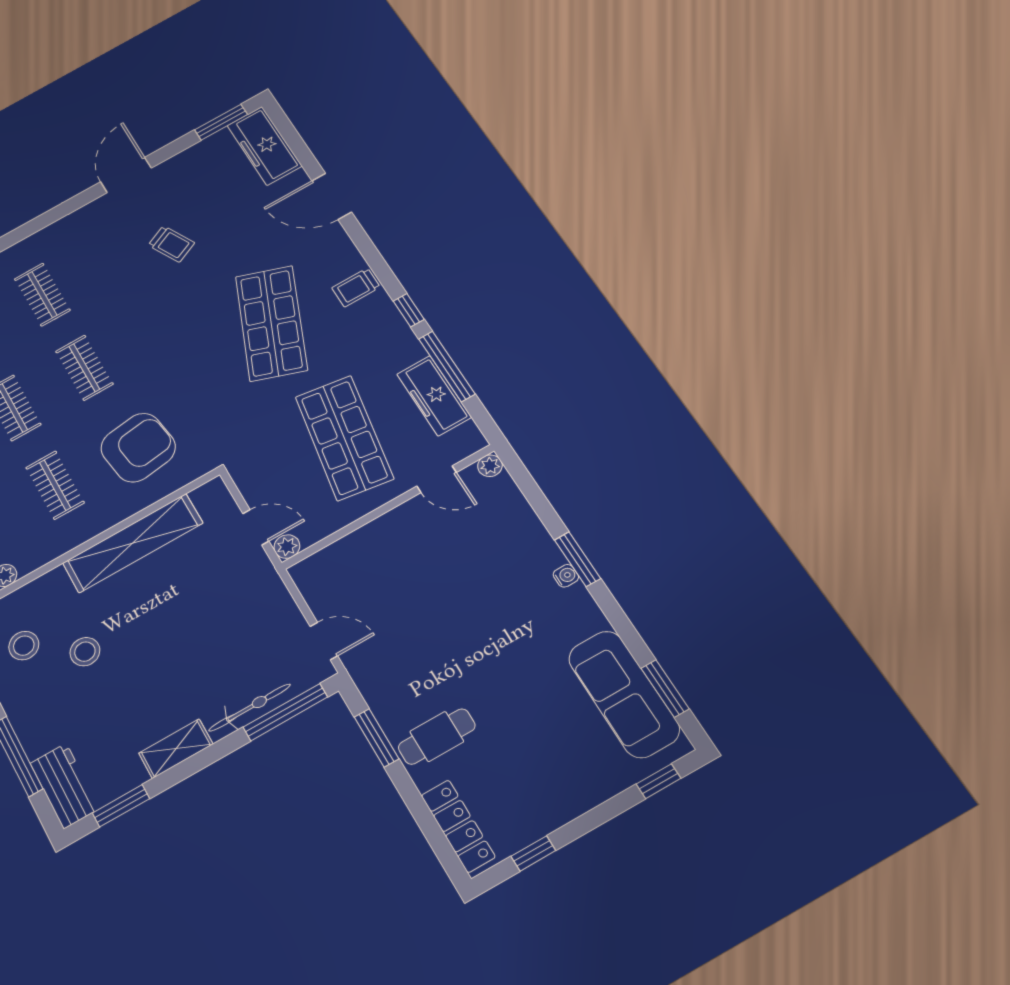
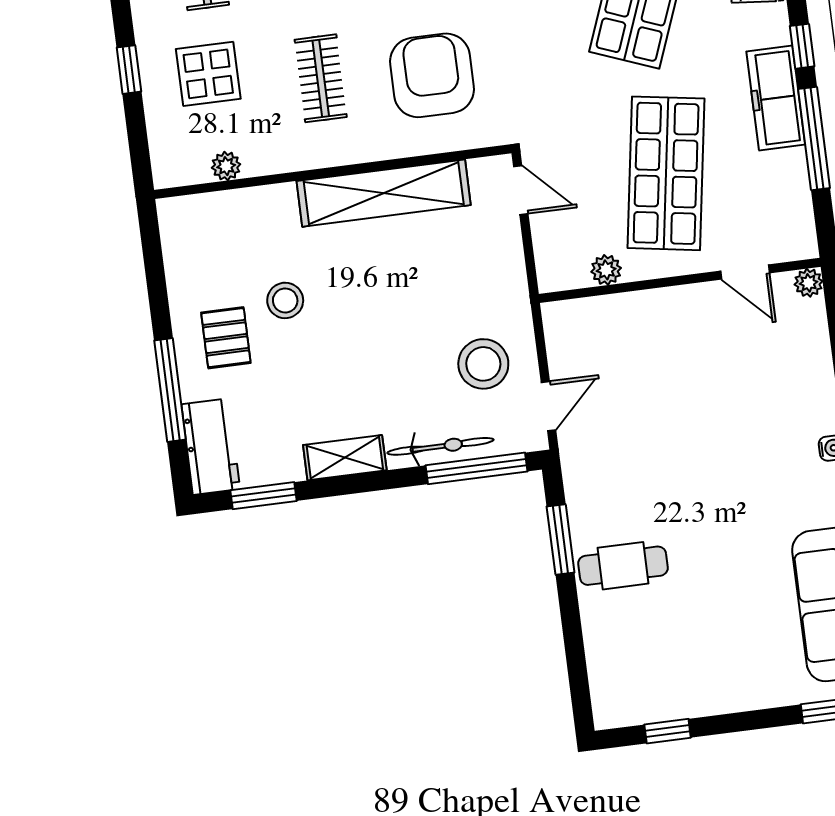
freezer: (434, 396) -> (776, 98), moved
armchair: (138, 448) -> (432, 75), turned -82
door: (256, 527) -> (521, 190), moved
plant: (287, 547) -> (606, 270), moved
door: (324, 641) -> (548, 406), hinge flipped
stool: (24, 646) -> (483, 364), moved, width x1.38, depth x1.38
pallet: (48, 699) -> (226, 338), added
locker: (458, 826) -> (605, 670), removed

